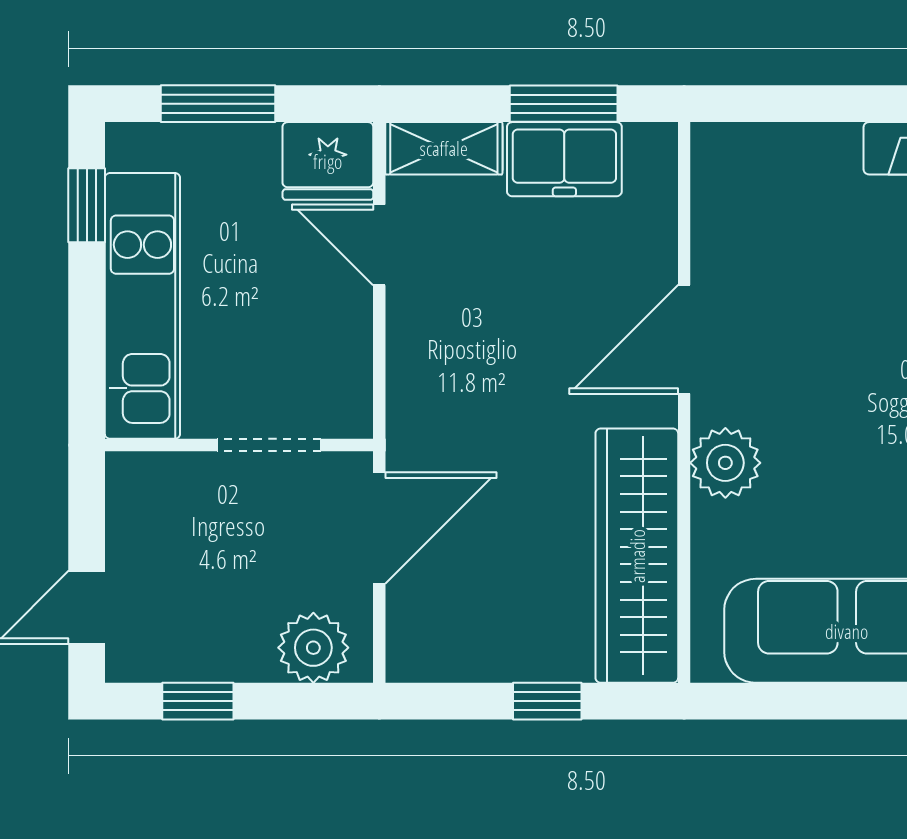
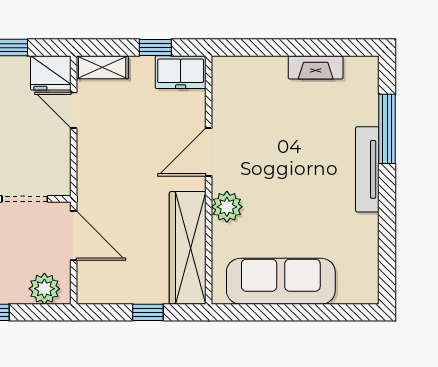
window: (564, 104) -> (155, 48), width x0.67
freezer: (564, 159) -> (181, 72), moved
door: (379, 528) -> (74, 236), hinge flipped

